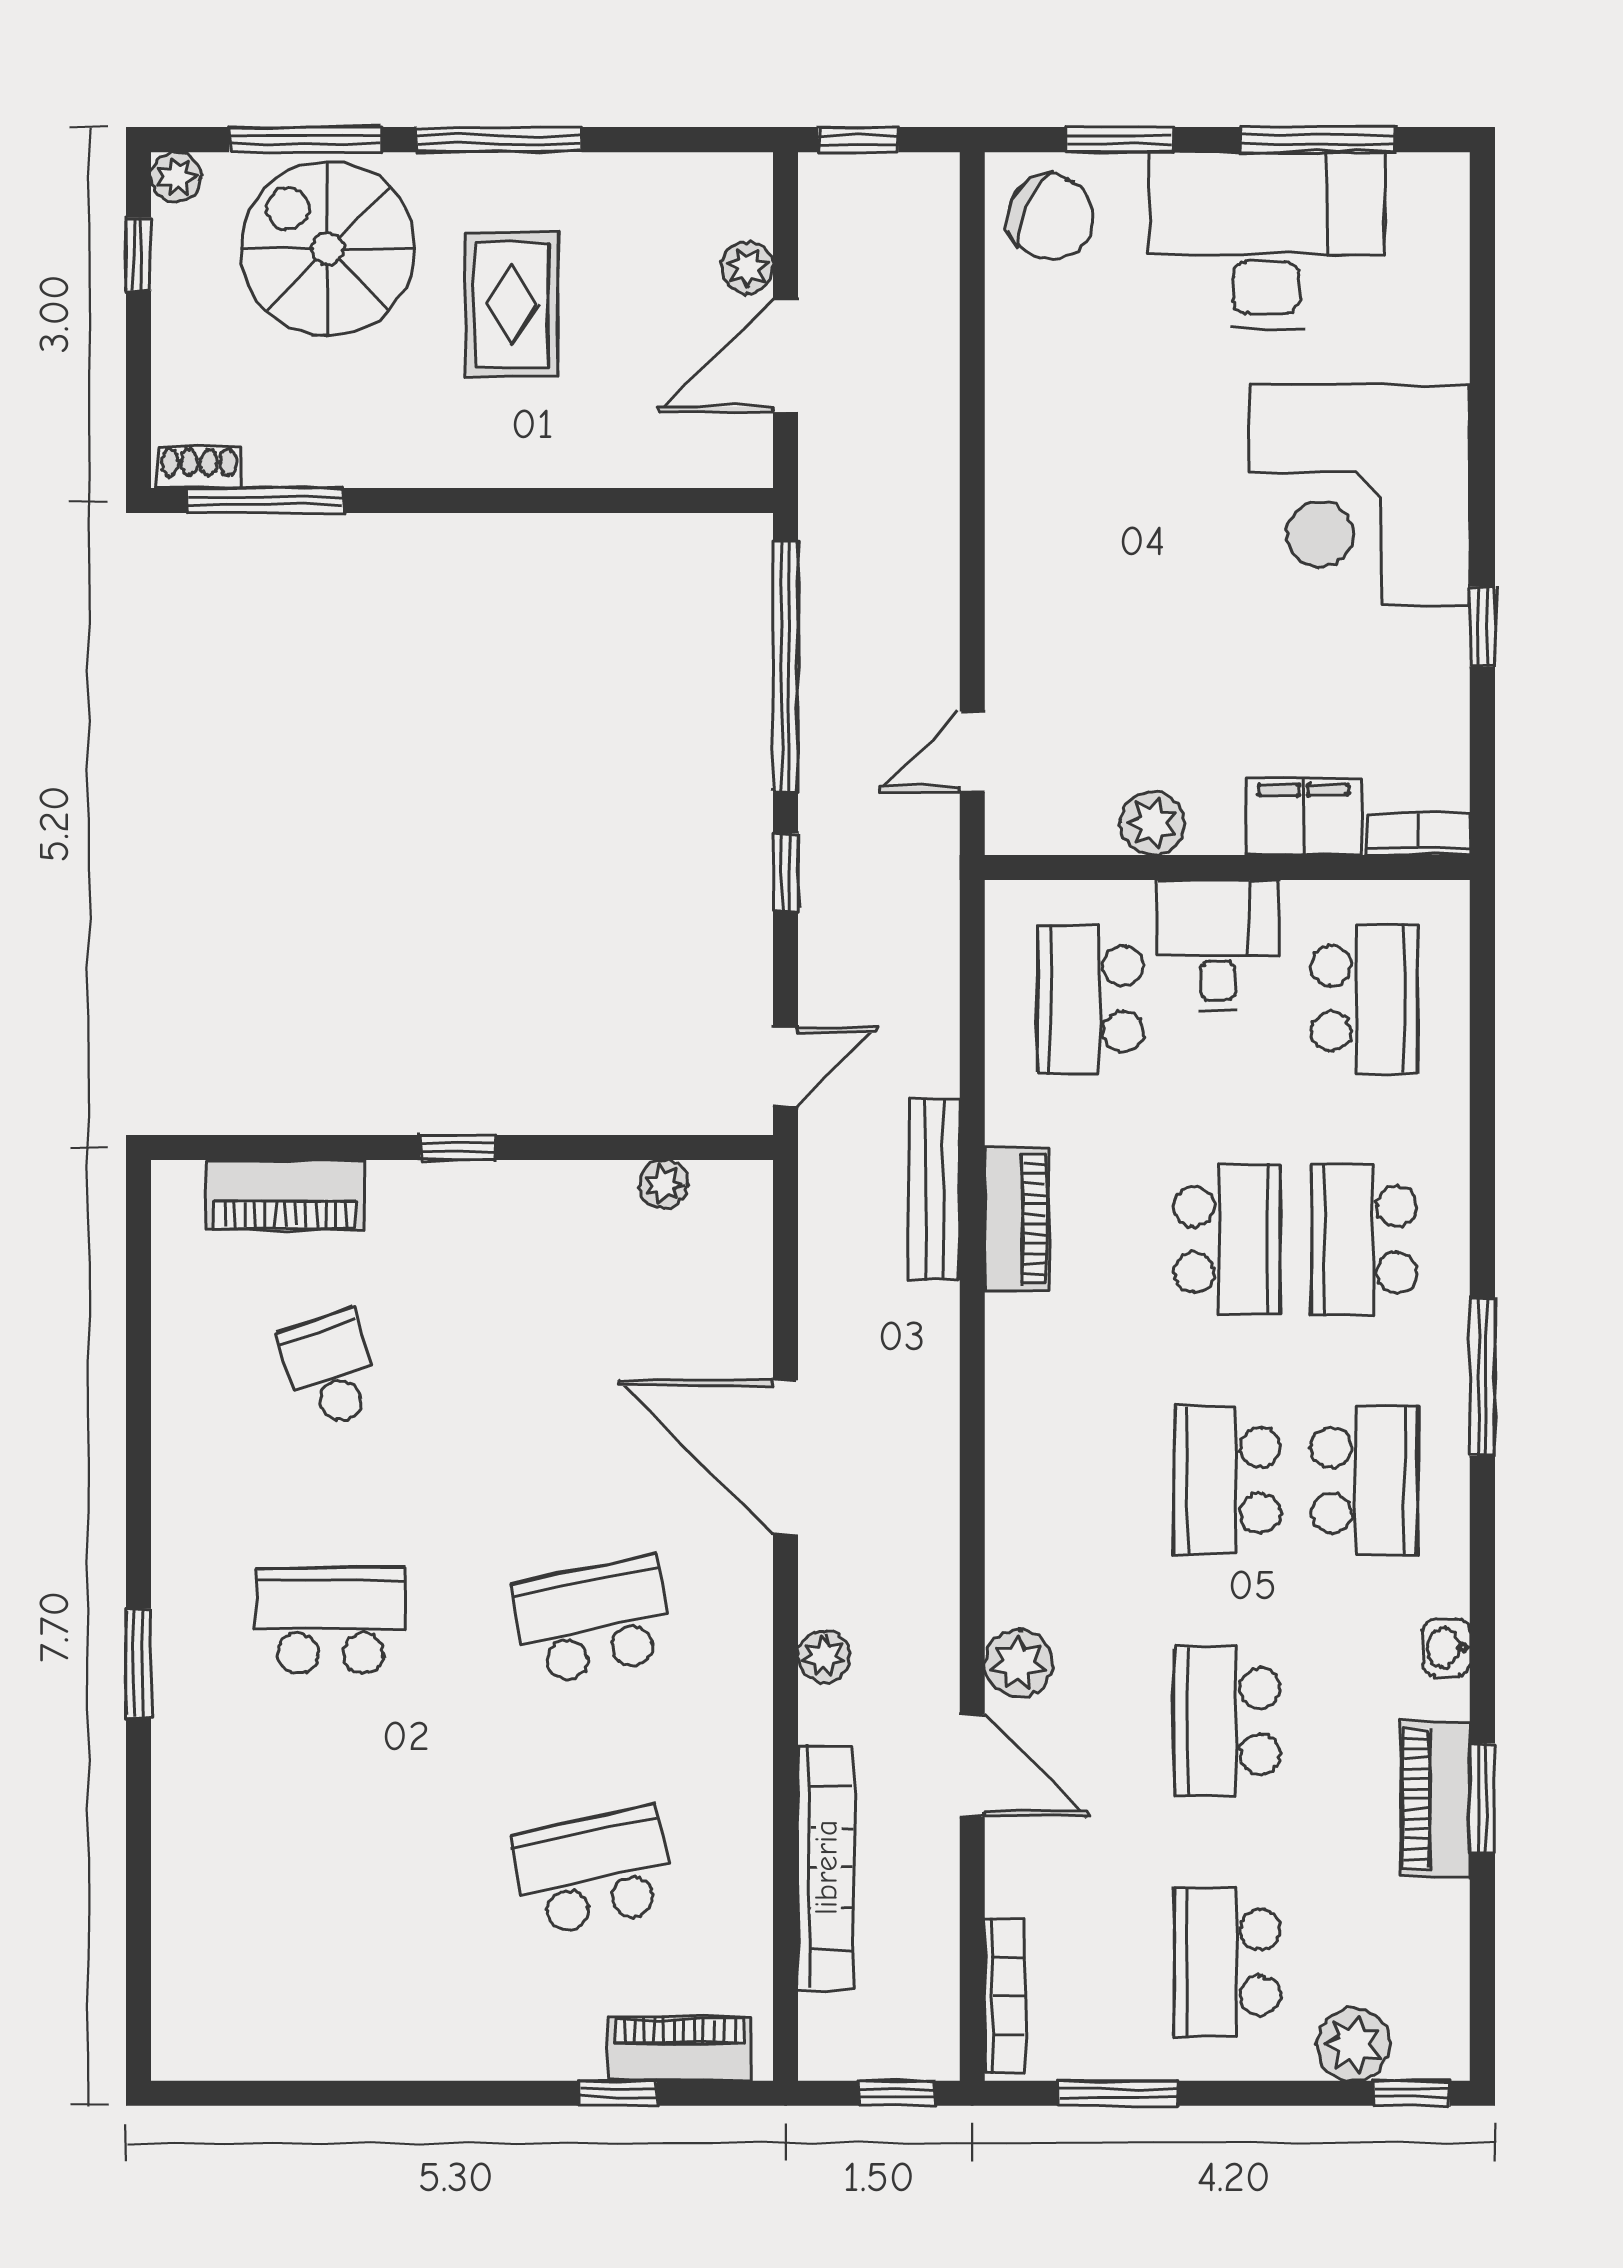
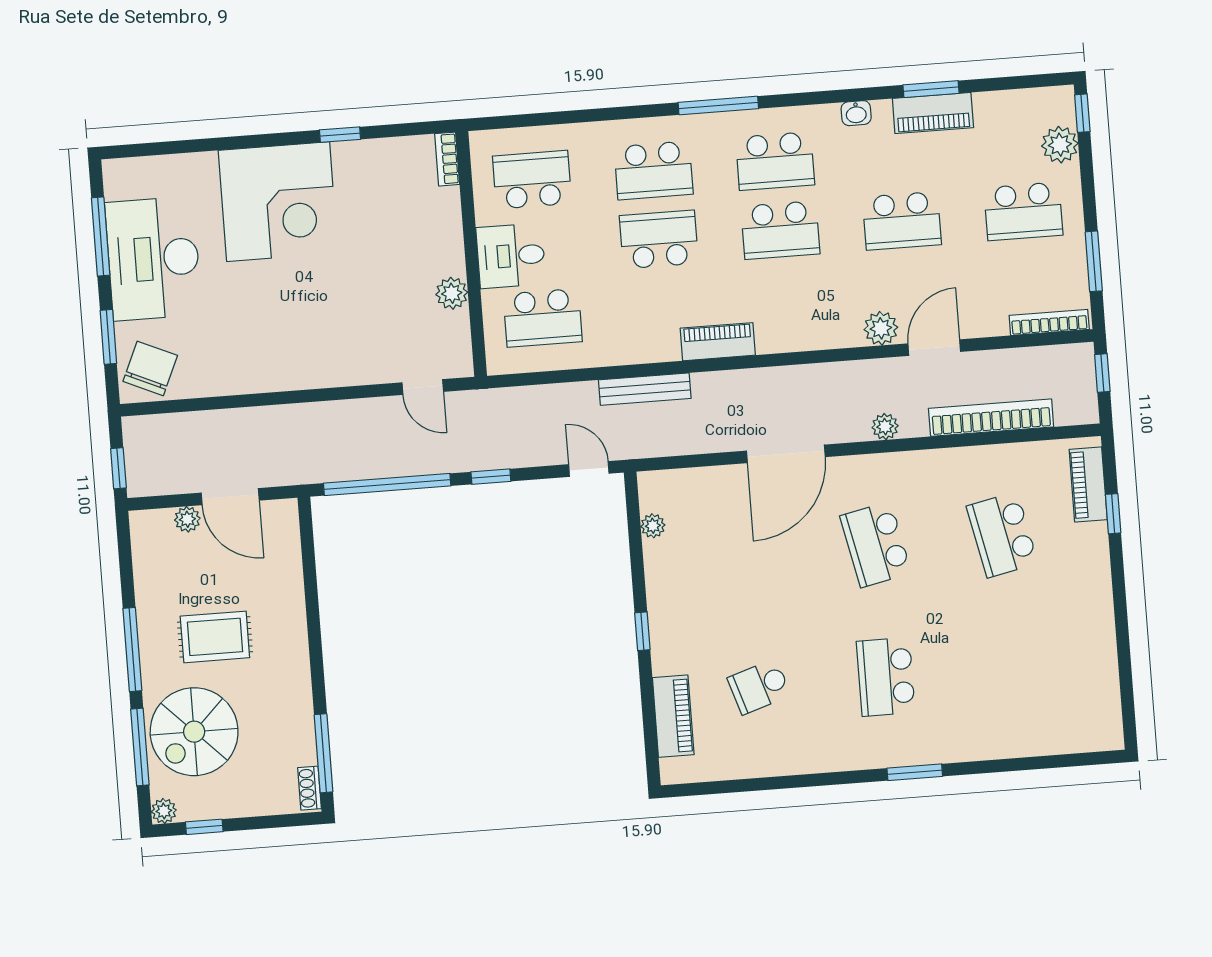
filing cabinet: (1303, 817) -> (443, 217), removed
piano: (1017, 1219) -> (718, 342), moved
school desk: (1364, 1480) -> (775, 161), turned 180

